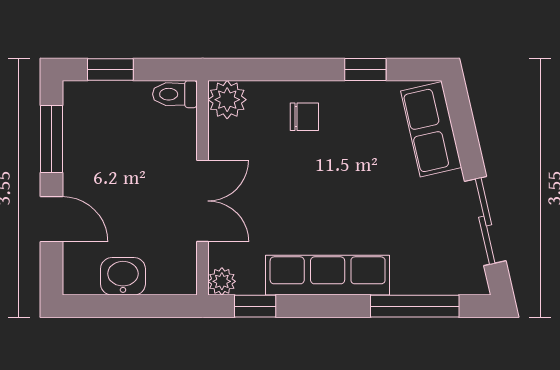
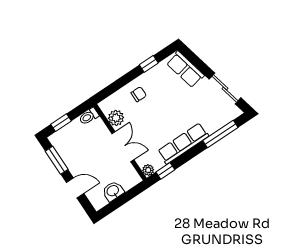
plant: (227, 100) -> (116, 118), moved

